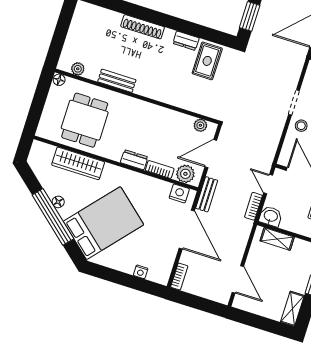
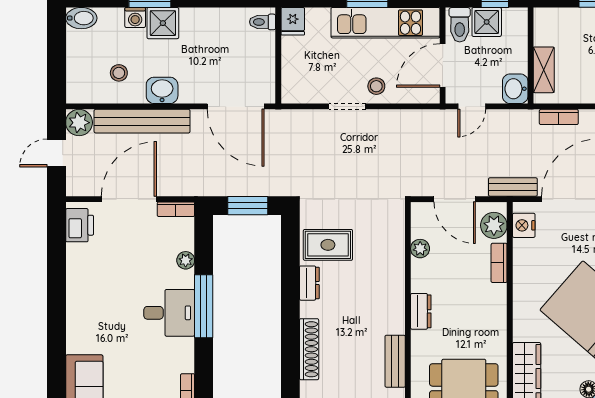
plant: (200, 125) -> (420, 249), moved
dresser: (134, 160) -> (421, 311), moved, turned 180
bookcase: (253, 206) -> (559, 117), moved

